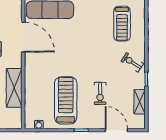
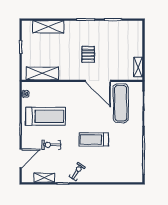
treadmill: (122, 24) -> (94, 139), moved
door: (23, 37) -> (98, 81), hinge flipped
shelving: (14, 88) -> (42, 73), moved

